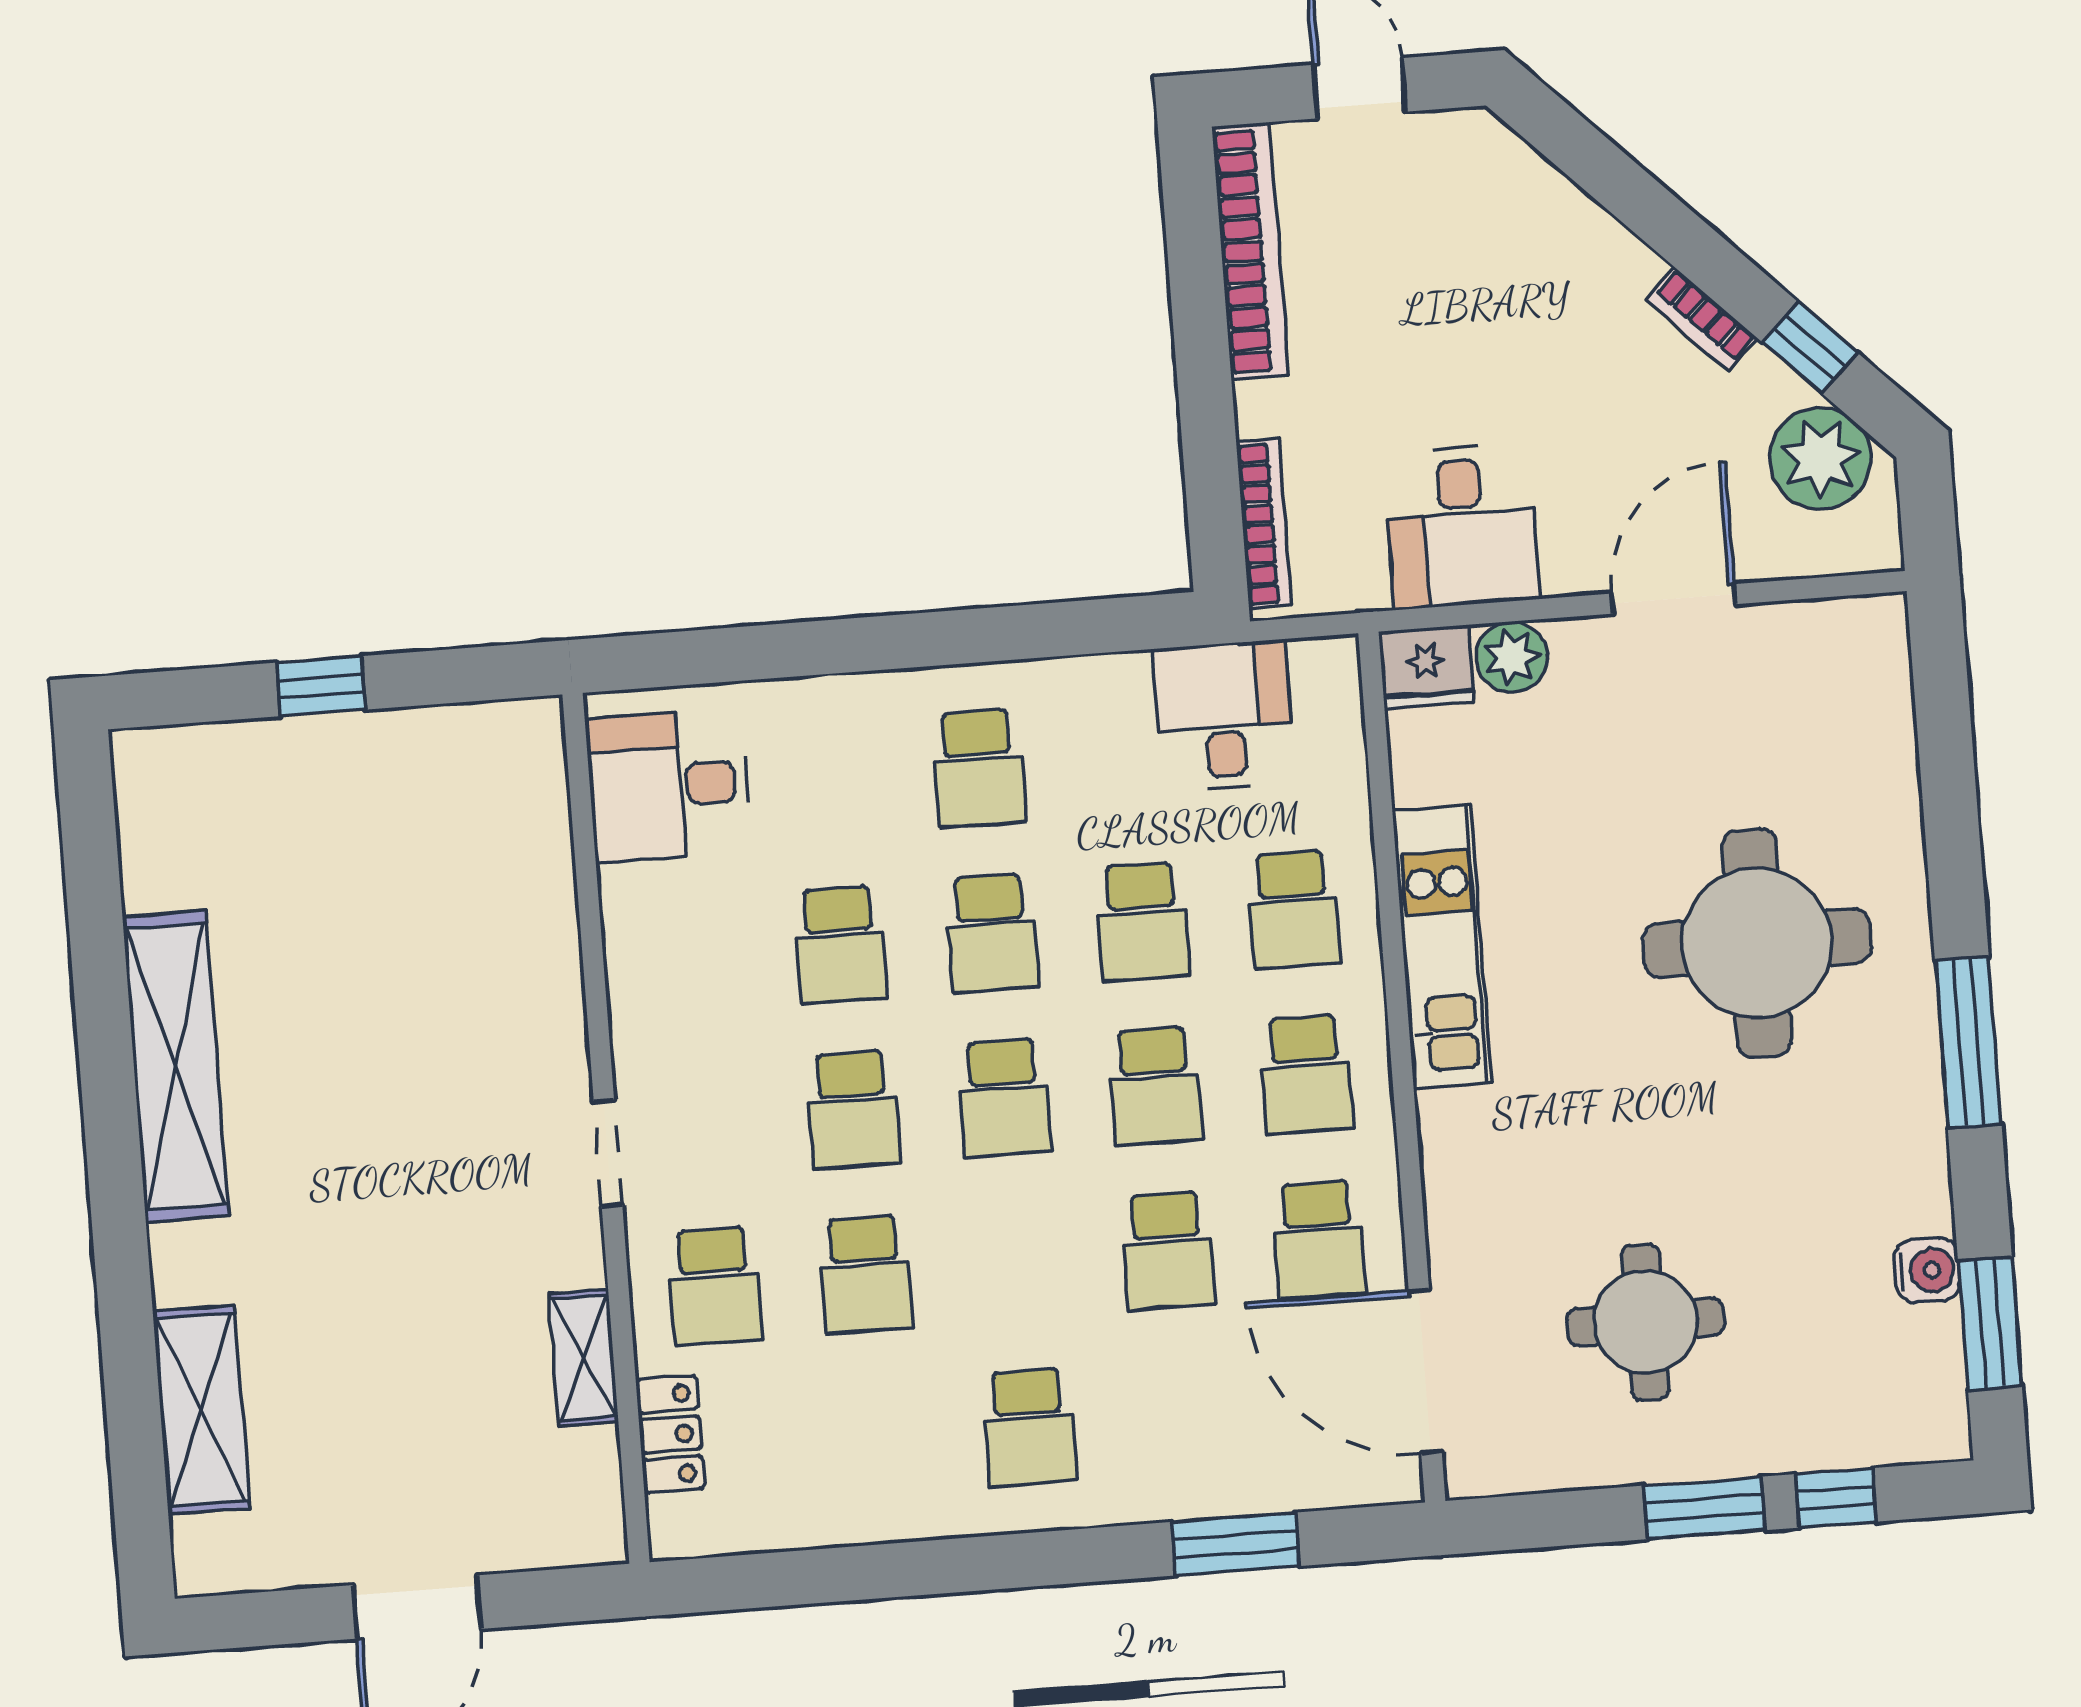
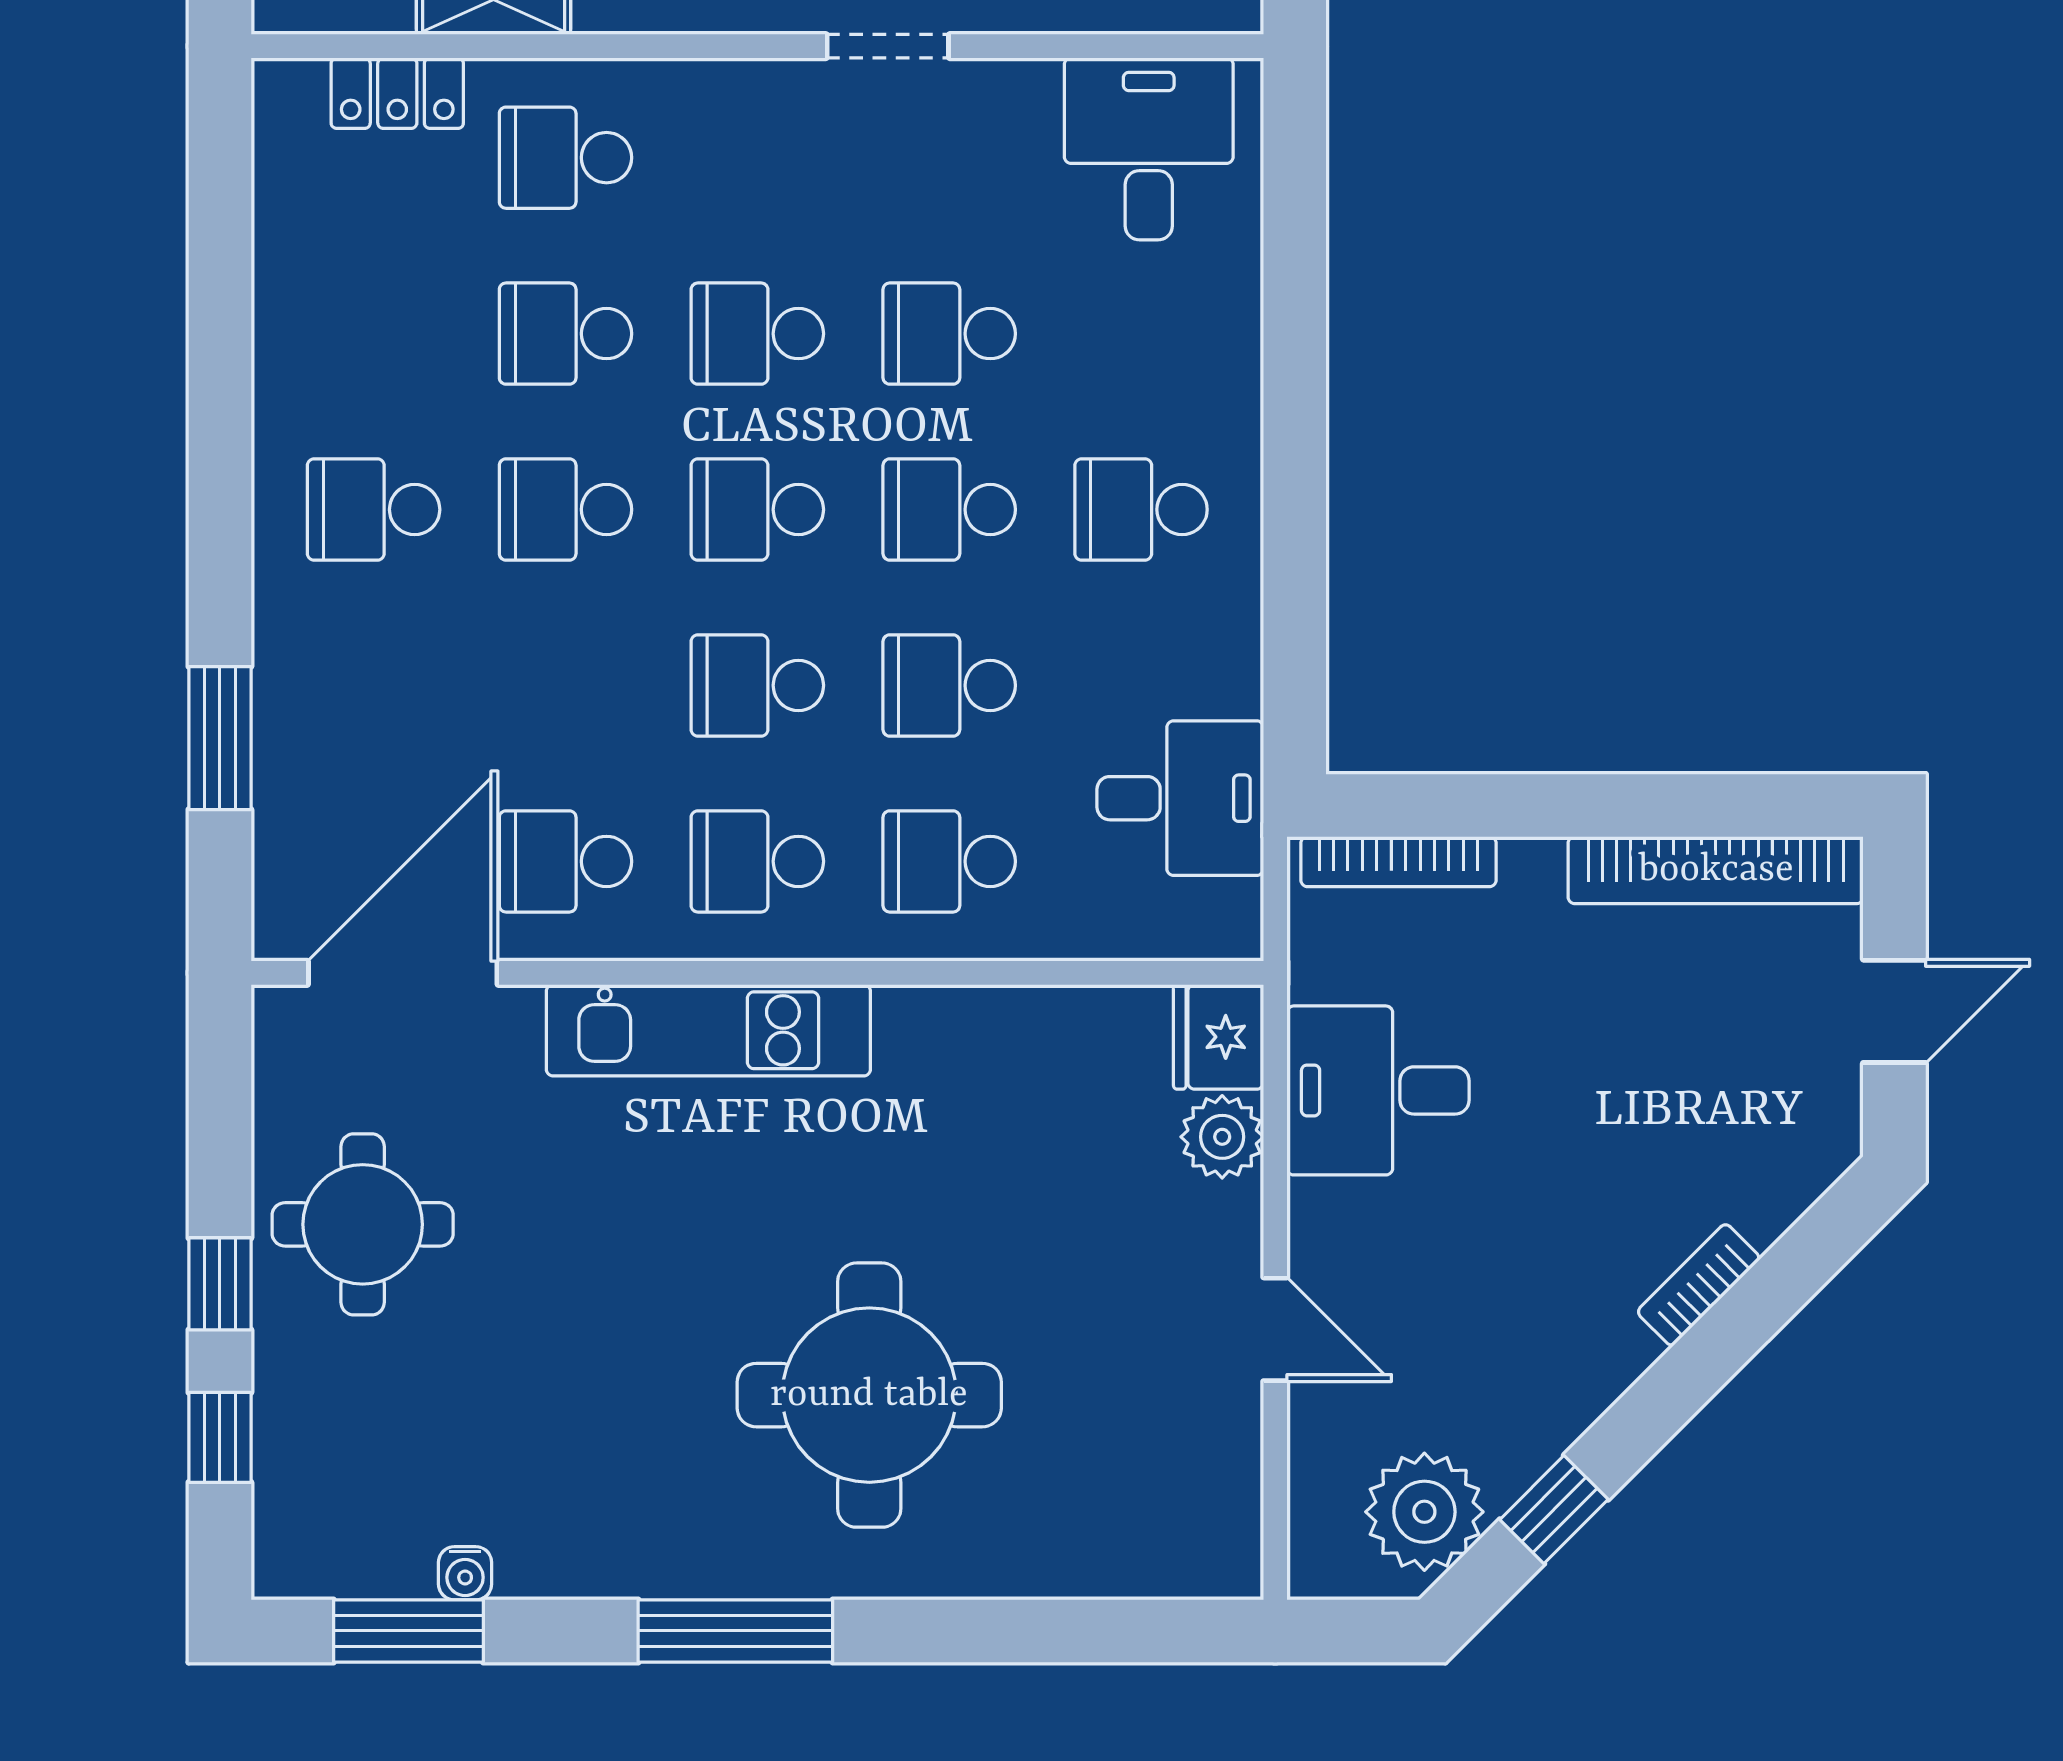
bookcase: (1702, 319) -> (1699, 1285), moved
door: (1674, 599) -> (1275, 1329), width x0.73
kitchen unit: (1442, 947) -> (708, 1030), moved
doorway: (608, 1153) -> (888, 46), moved
school desk: (1168, 1251) -> (565, 510), moved
water cooler: (1927, 1270) -> (465, 1573), width x0.72, depth x0.72
round table: (1646, 1322) -> (363, 1224), moved
window: (1704, 1508) -> (220, 1284), width x0.67

